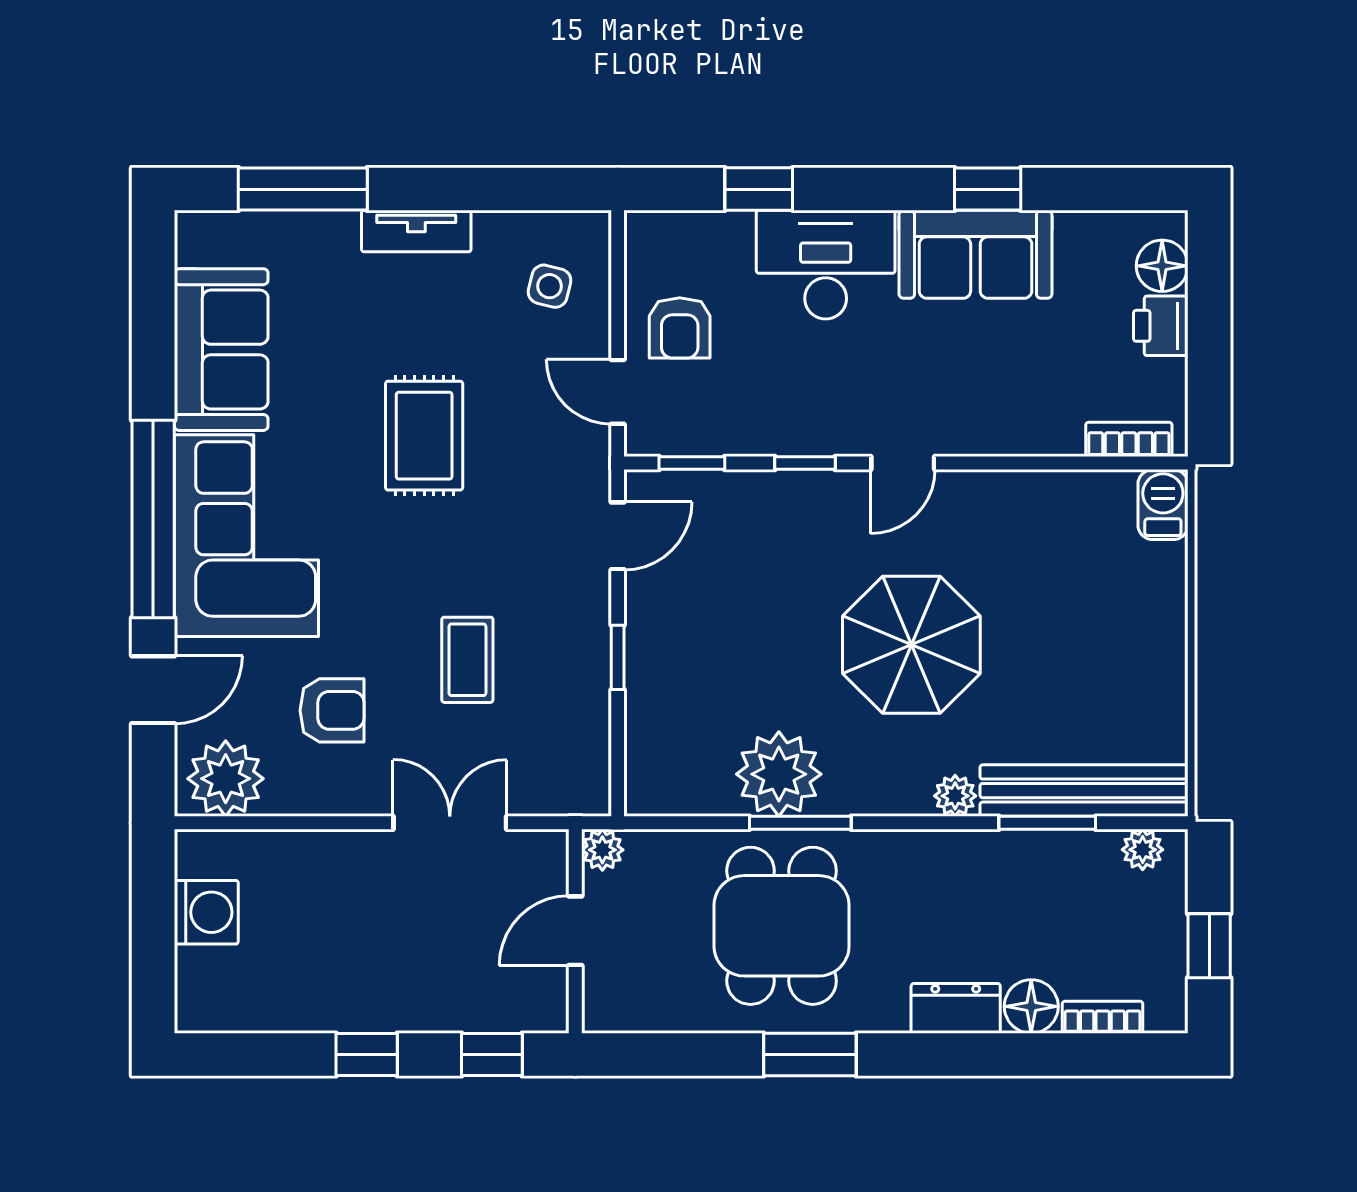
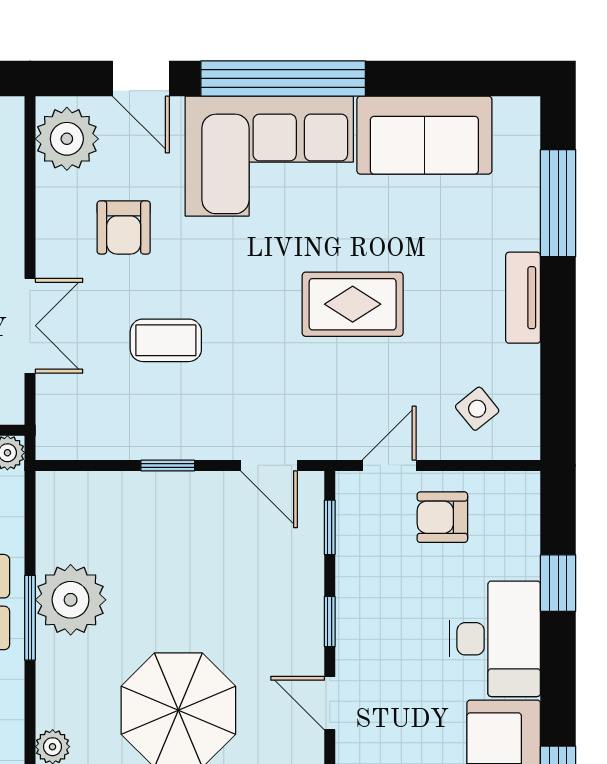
side table: (550, 286) -> (477, 409), turned 37

